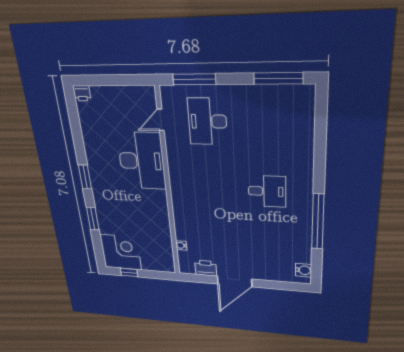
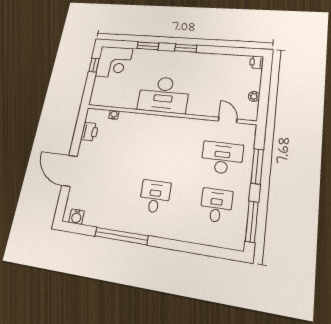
window: (194, 79) -> (257, 166), moved
plant: (125, 92) -> (254, 96), added
desk: (266, 122) -> (216, 205), added
desk: (142, 161) -> (164, 95), moved
desk: (267, 191) -> (155, 196), turned 180
door: (235, 282) -> (69, 171), moved

